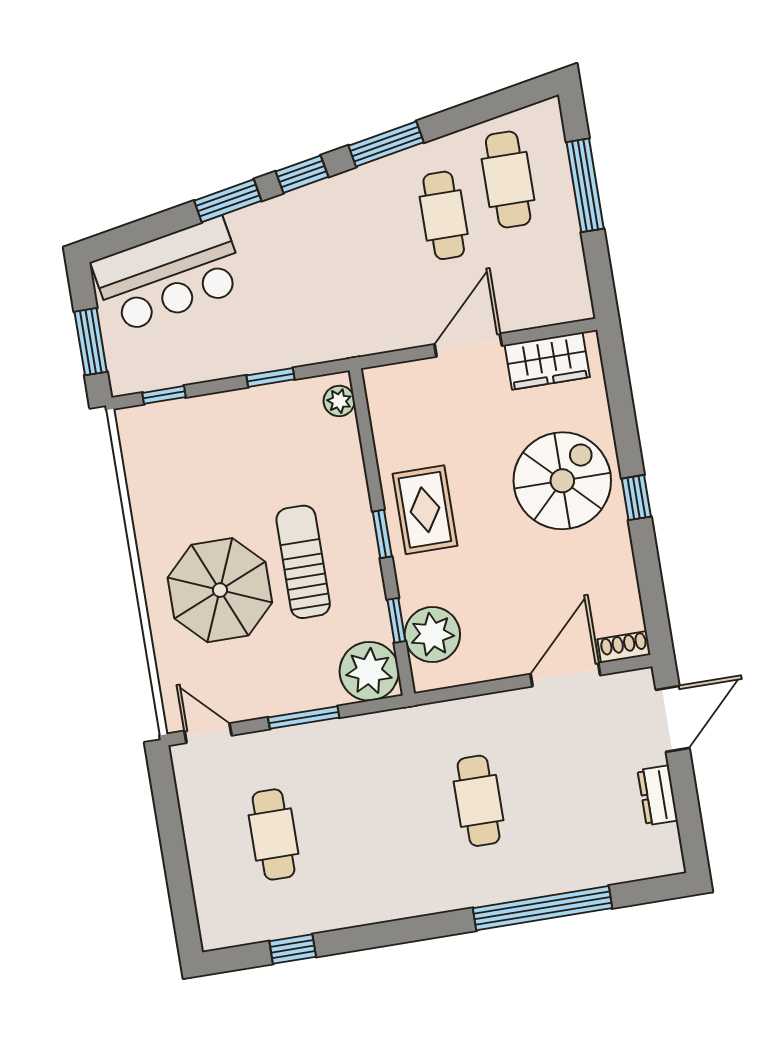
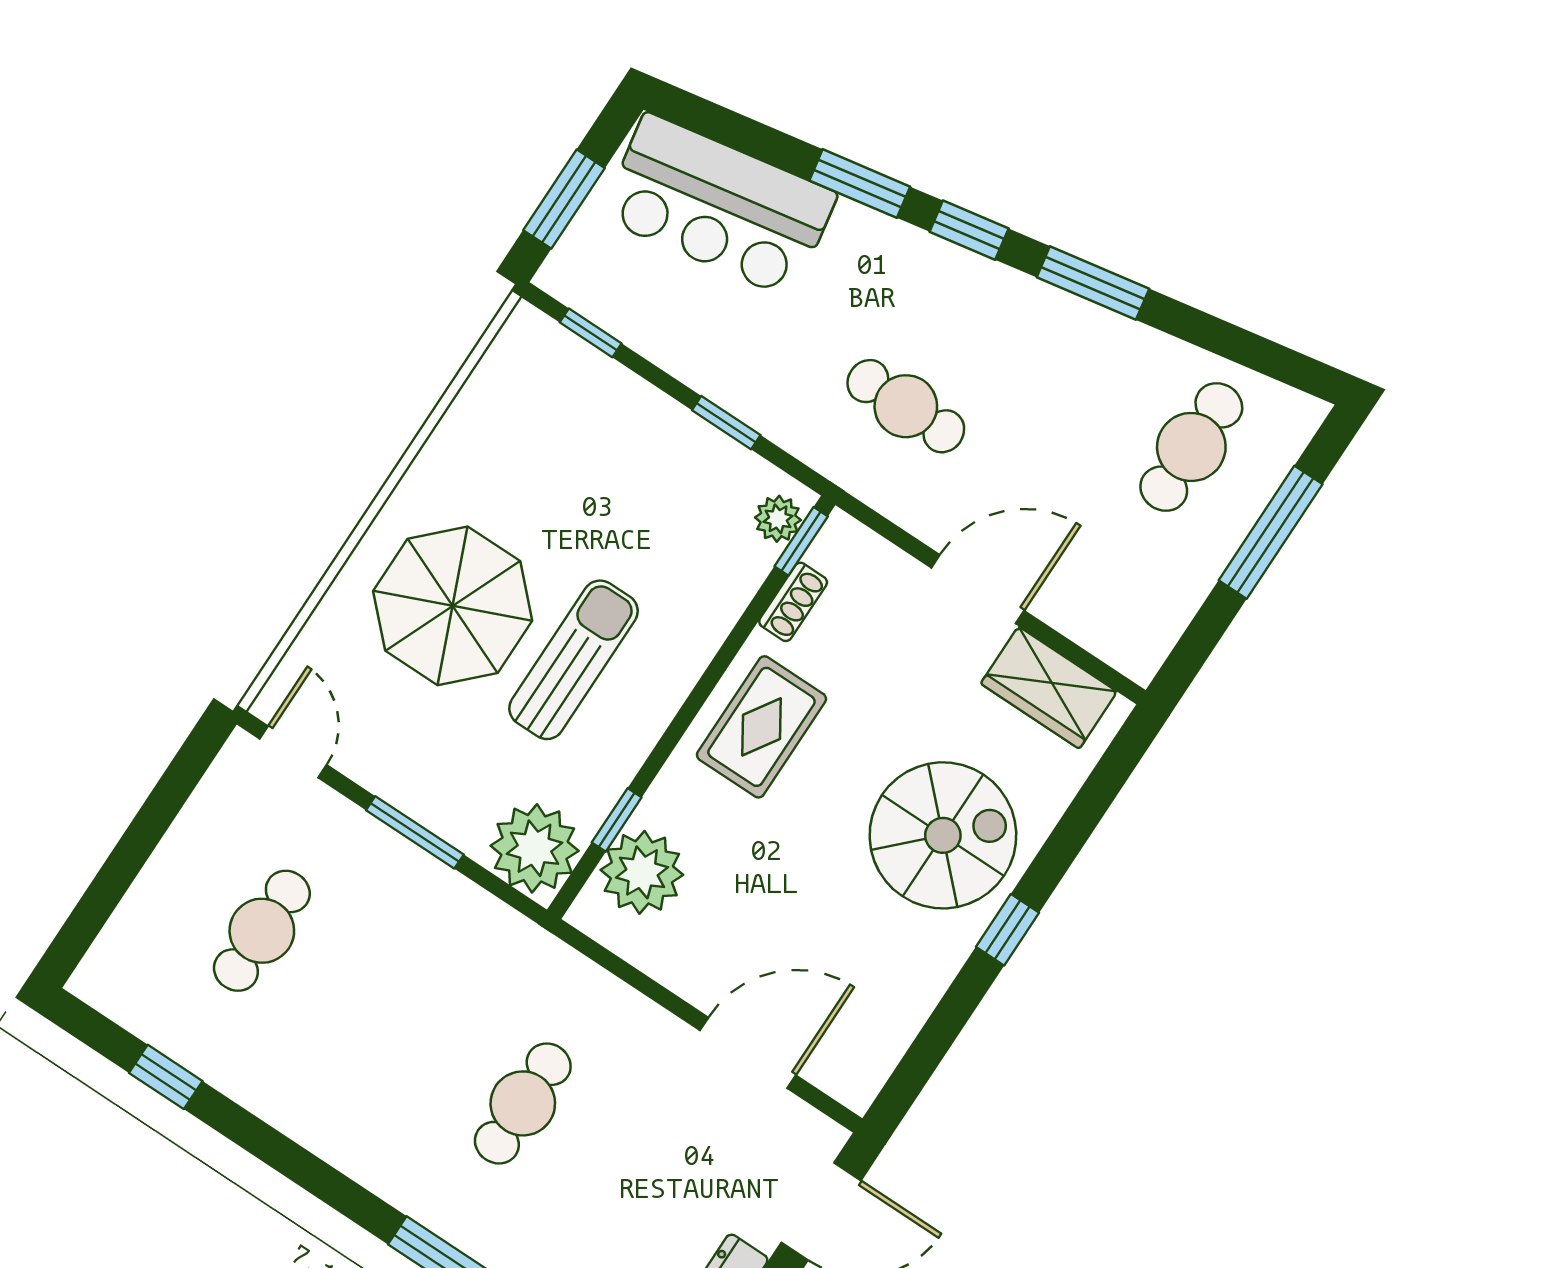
cafe table: (444, 215) -> (906, 406), moved, turned 90
window: (382, 534) -> (801, 541), moved
shoe rack: (624, 647) -> (793, 602), moved, turned 90

